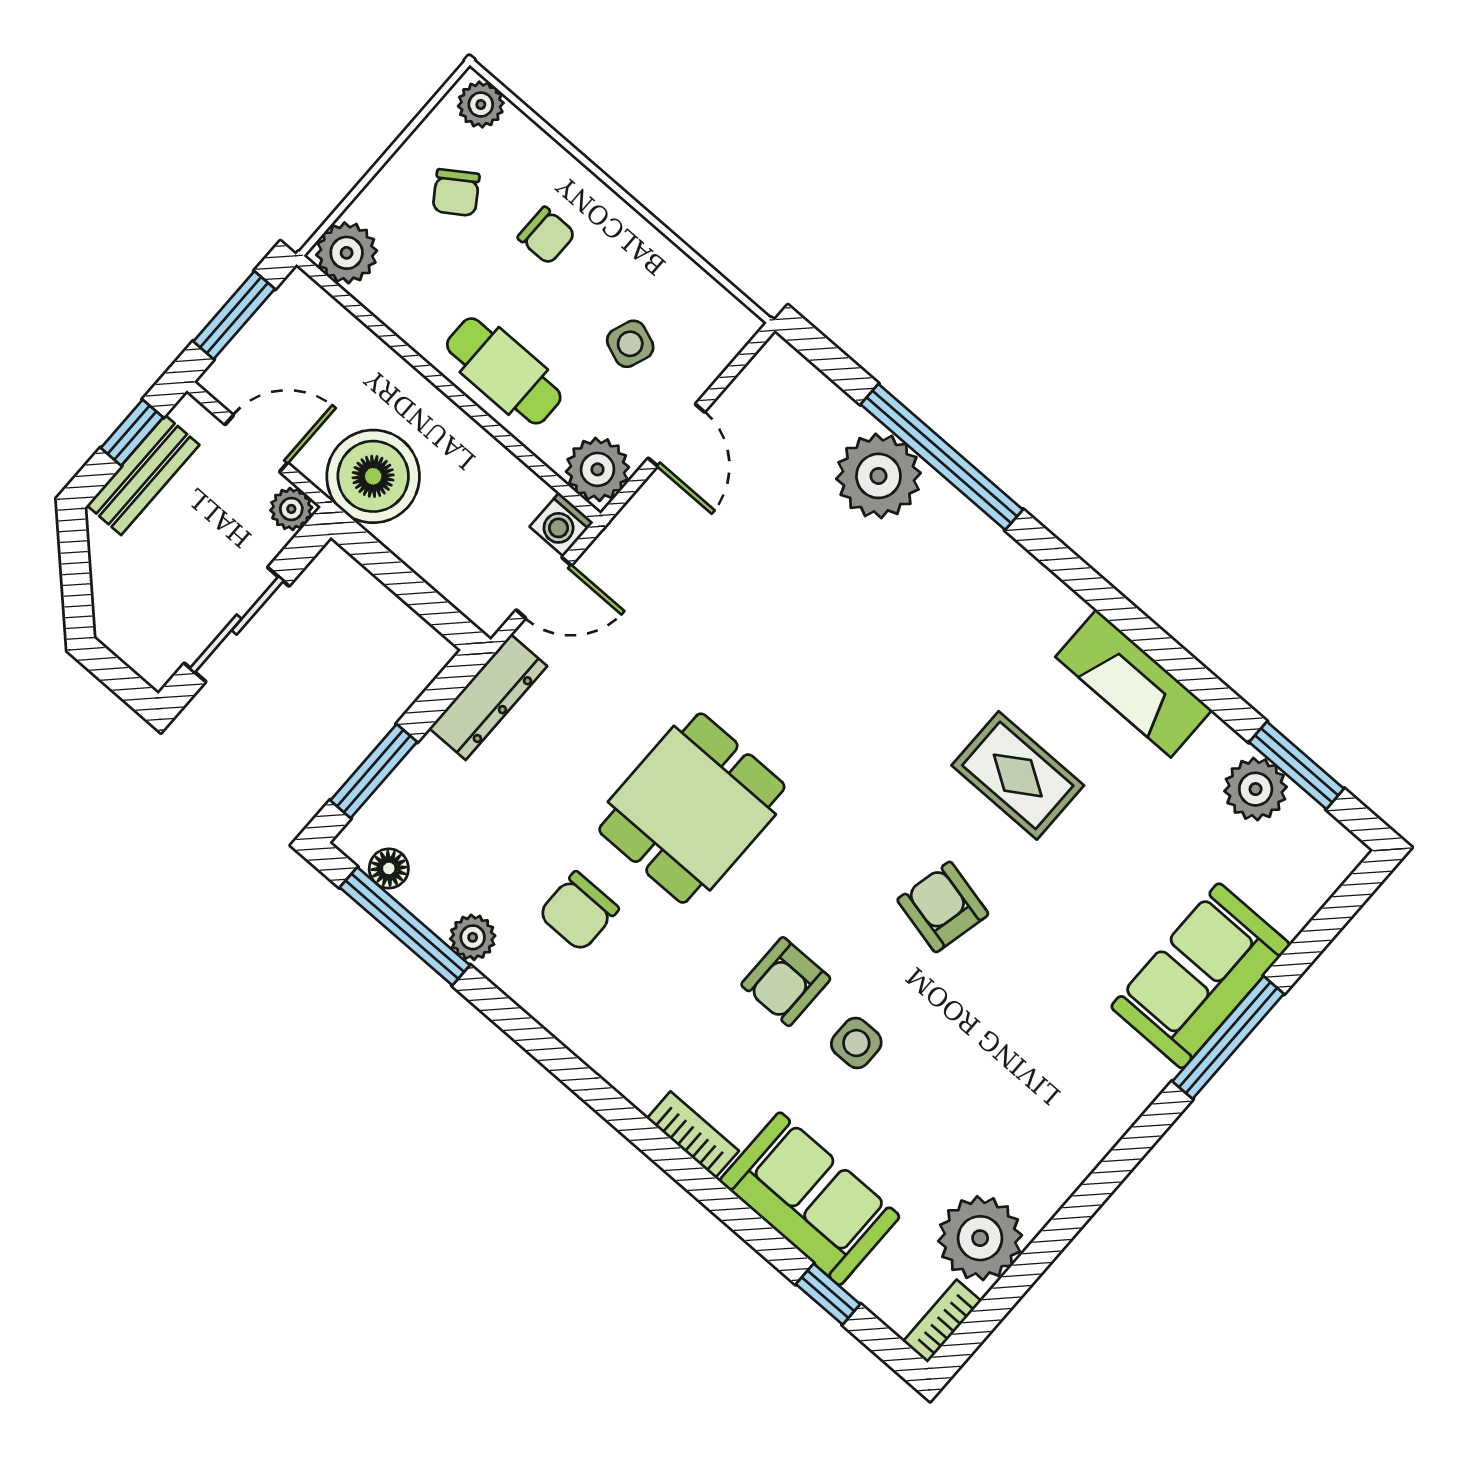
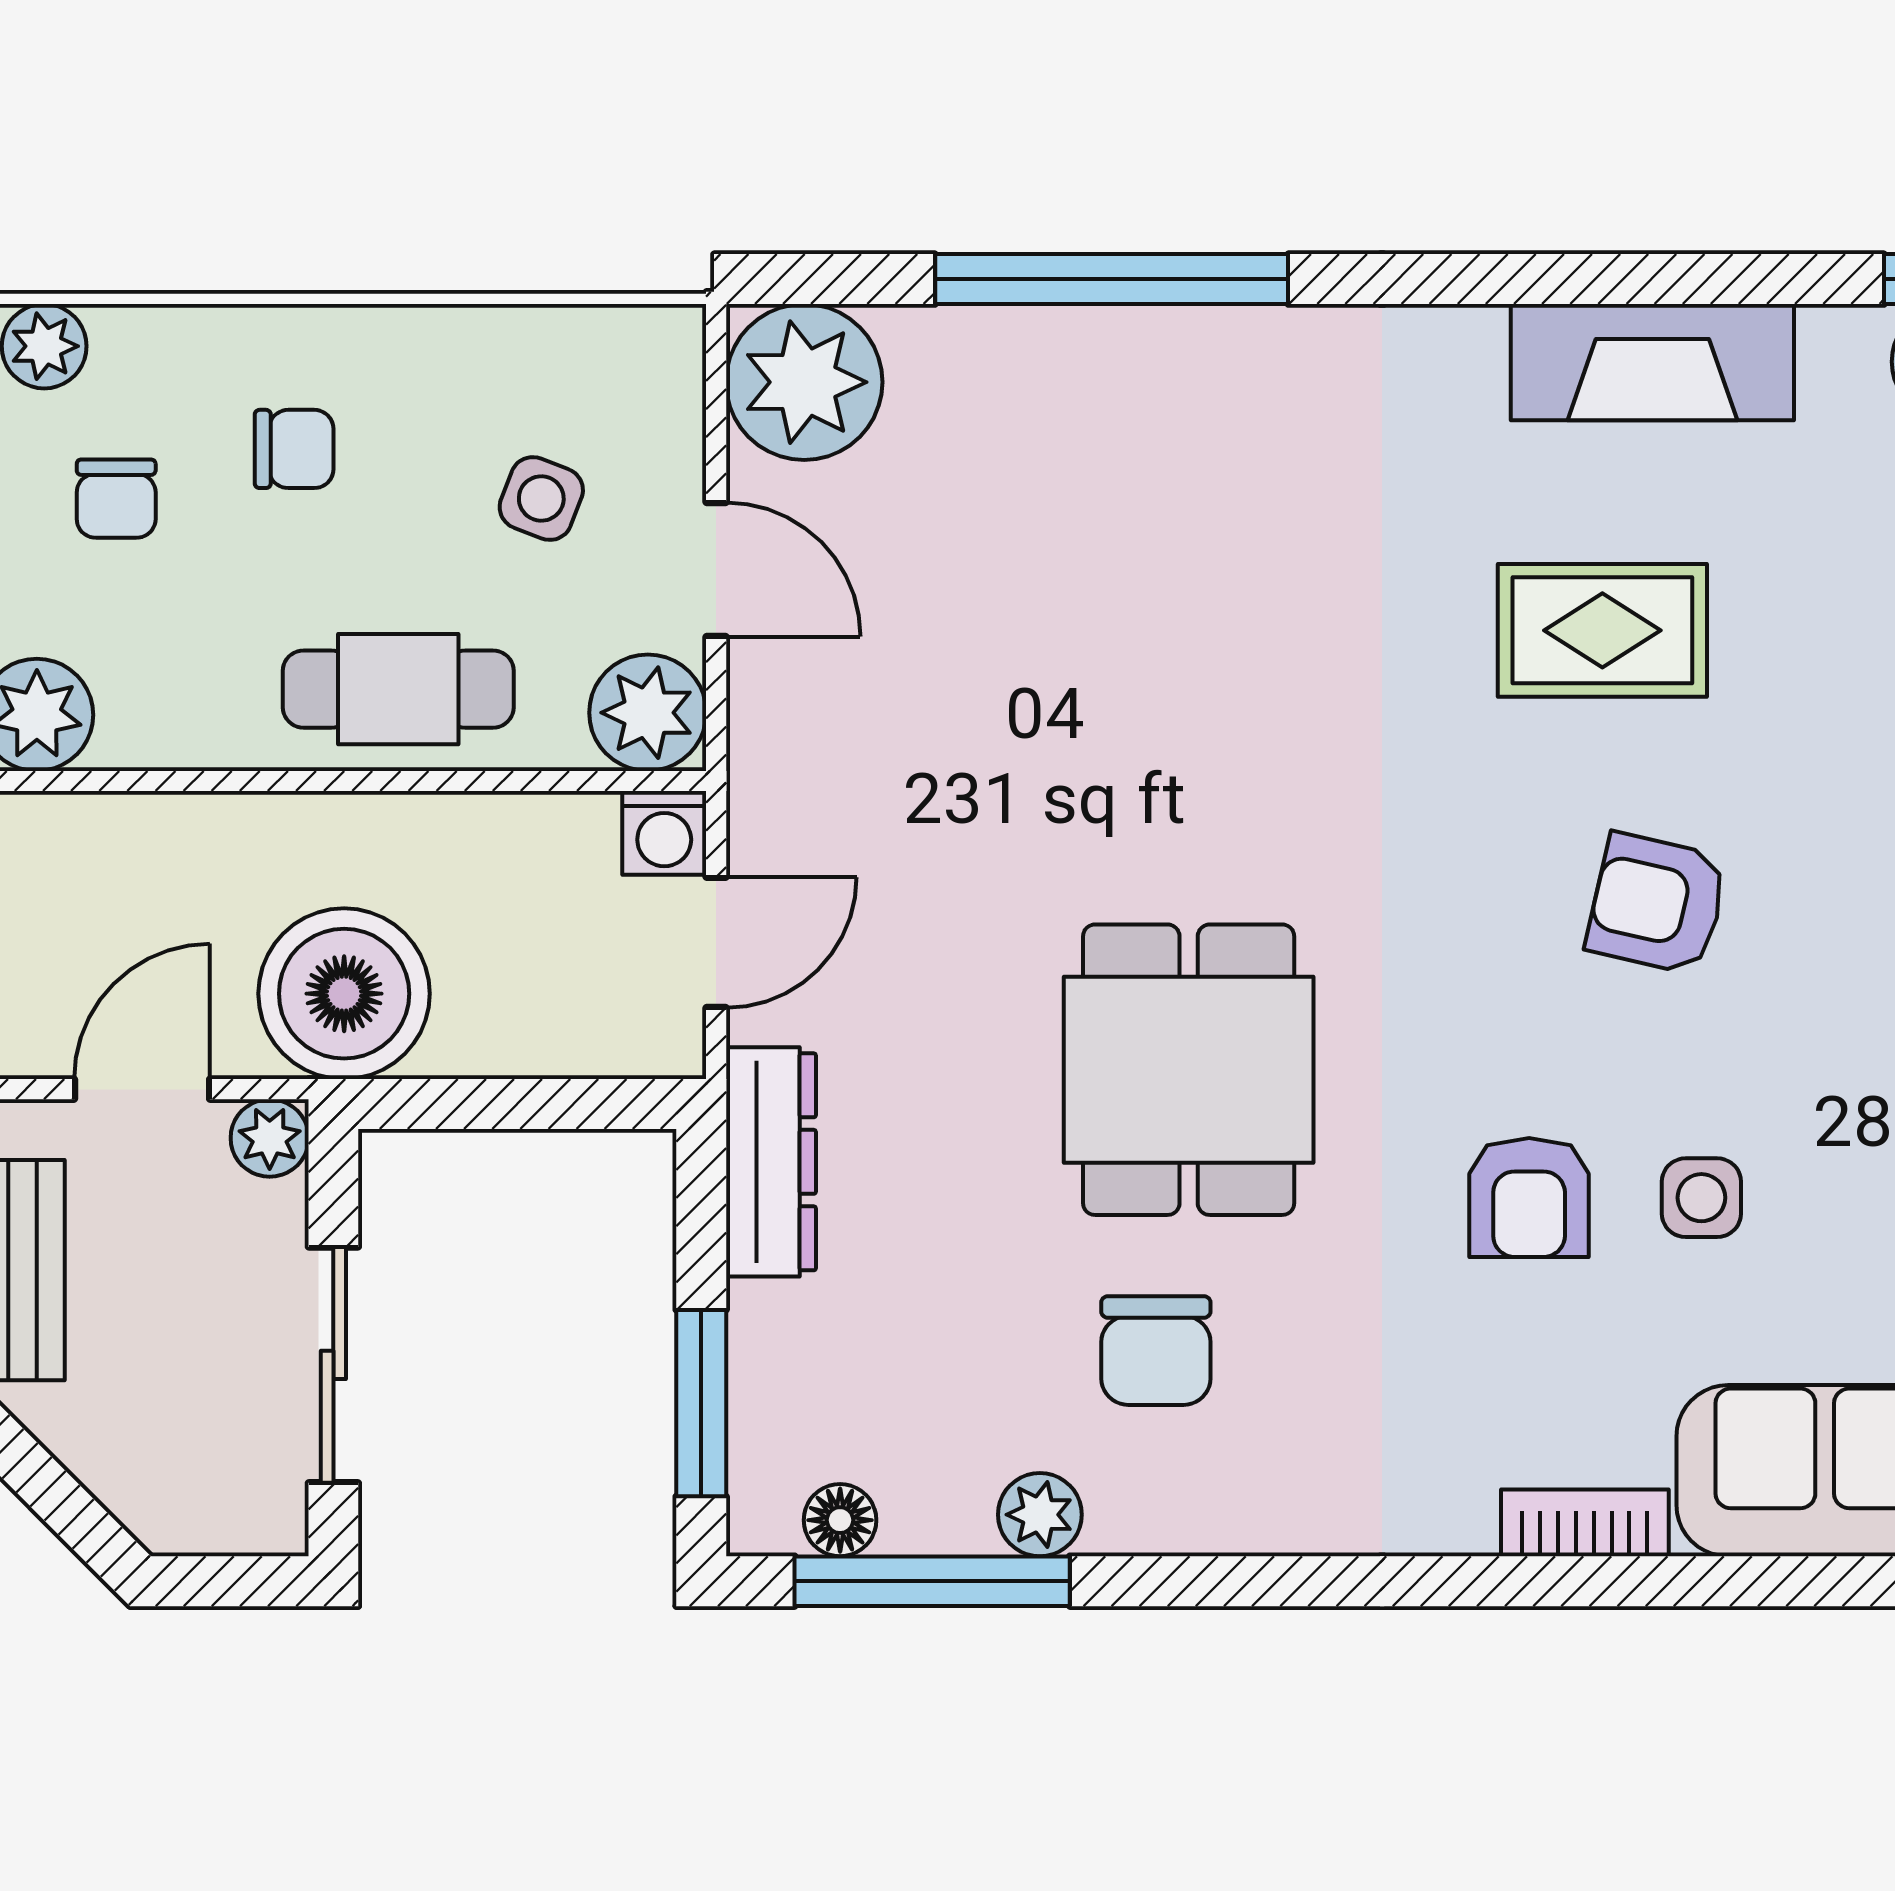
chair: (456, 193) -> (116, 499), turned 34
plant: (878, 476) -> (804, 382), moved

